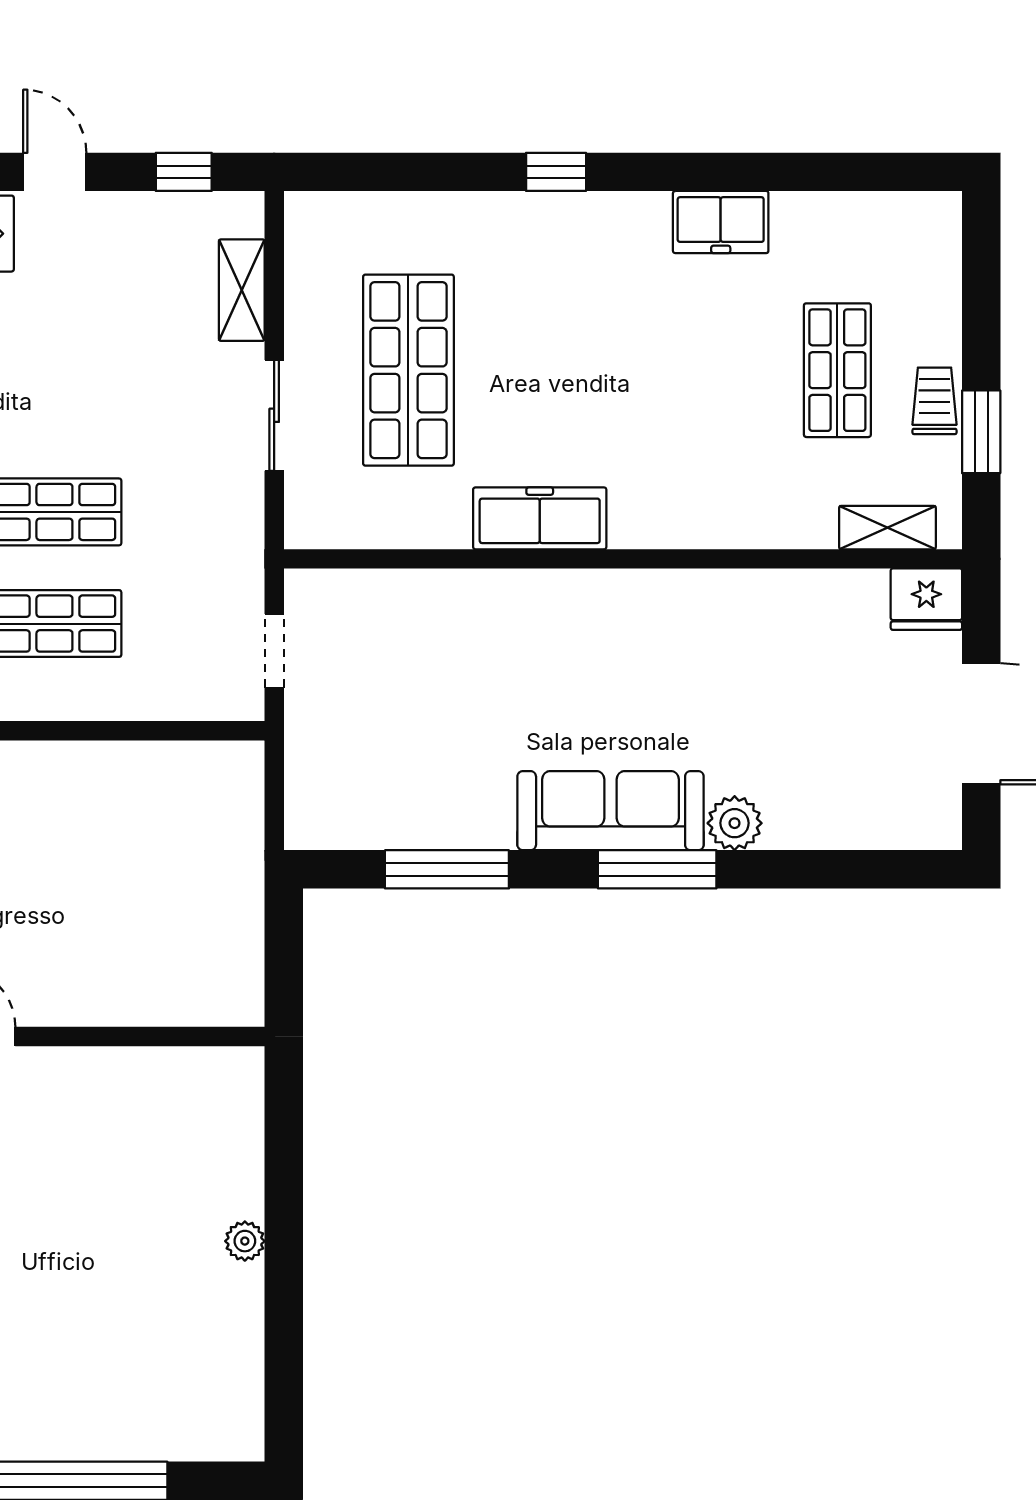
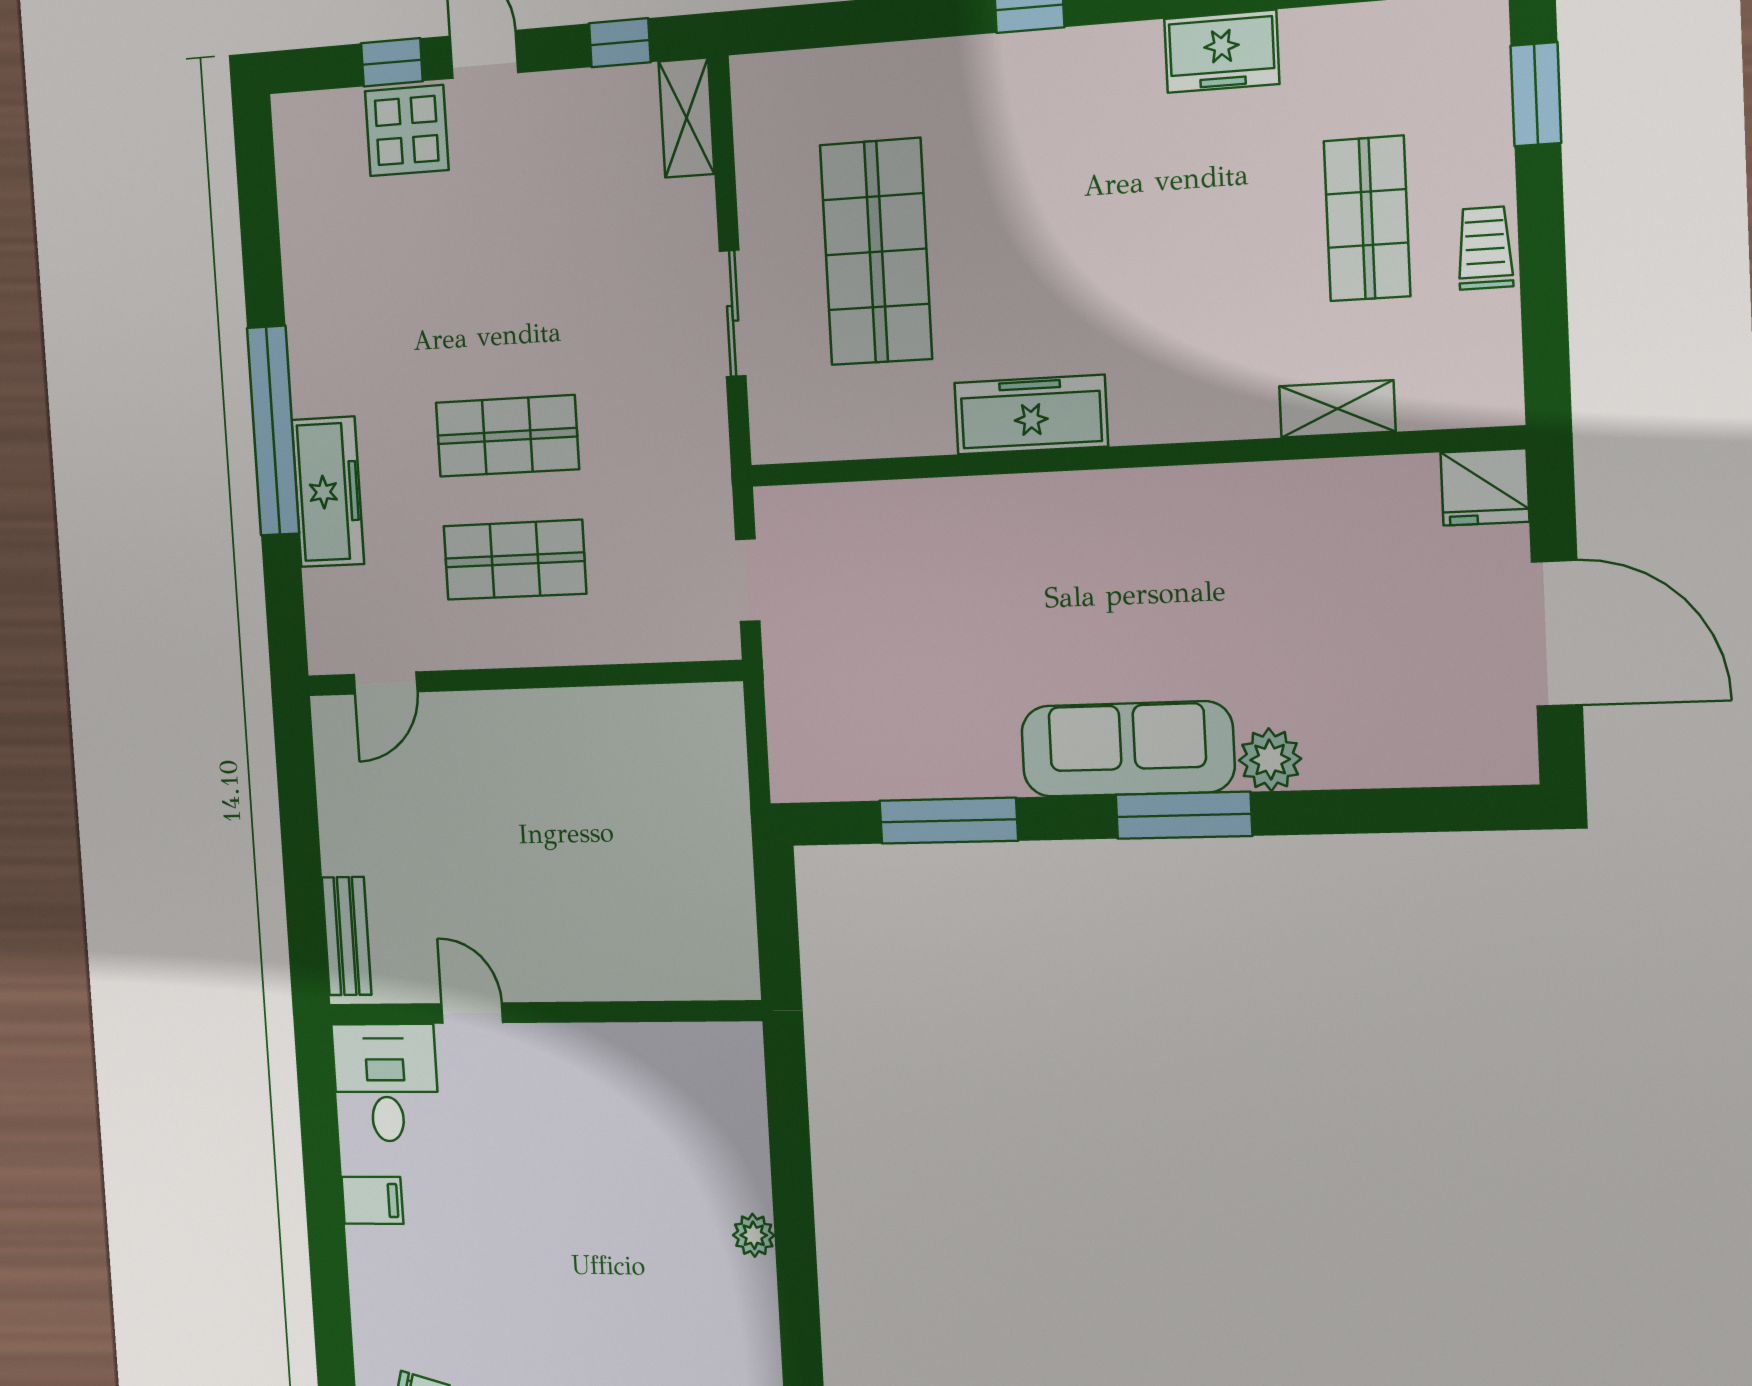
shelving: (242, 290) -> (687, 118), moved
window: (981, 432) -> (1536, 94), moved
shelving: (887, 528) -> (1337, 409), moved

